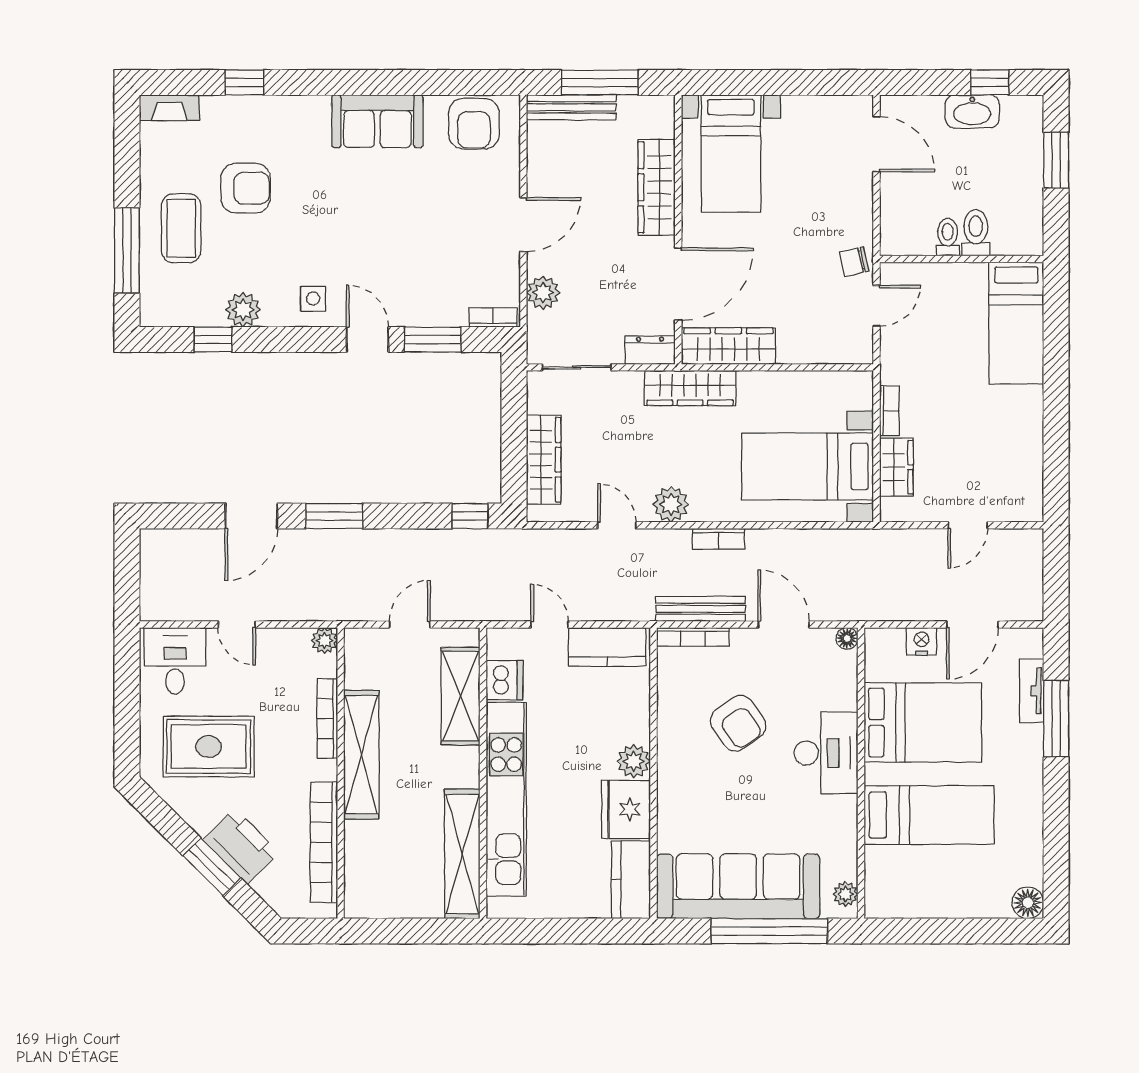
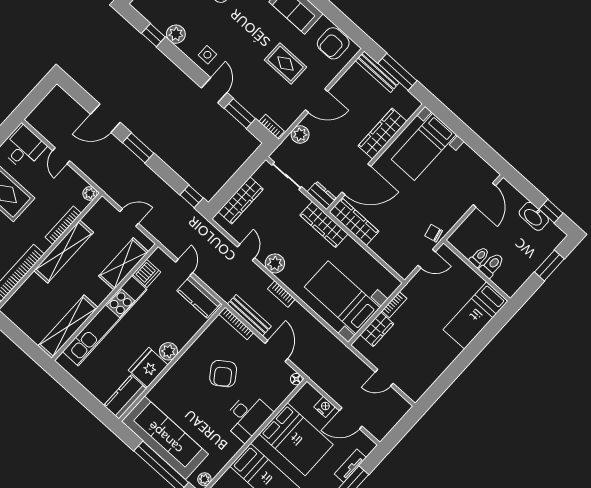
rug: (433, 212) -> (286, 63), added

